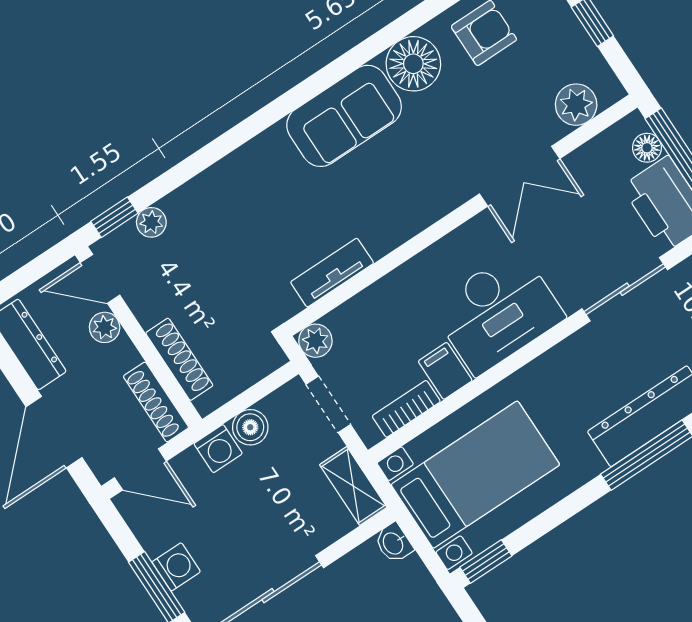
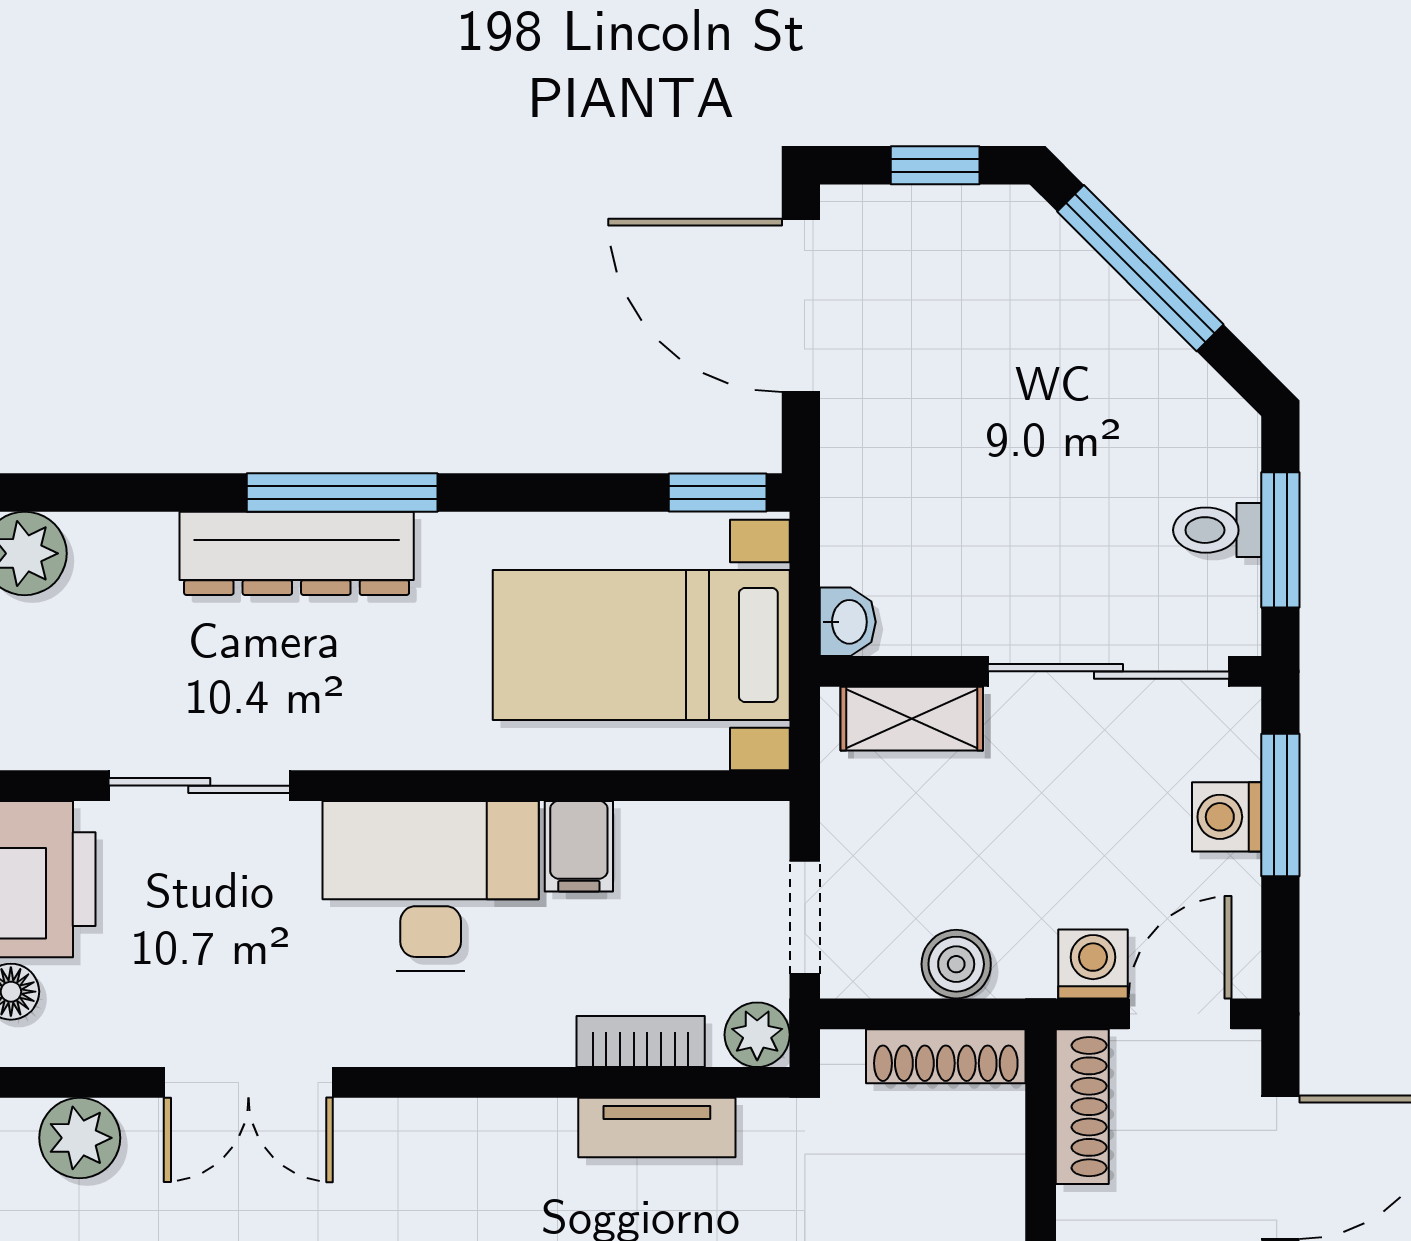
double door: (520, 176) -> (248, 1082), swing flipped
shoe rack: (179, 359) -> (946, 1056), moved, turned -90
bookcase: (406, 409) -> (641, 1042), moved, turned 180
washing machine: (218, 449) -> (1093, 964), moved
door: (140, 469) -> (1180, 1014), hinge flipped
shelving: (353, 486) -> (912, 719), moved, turned 90

